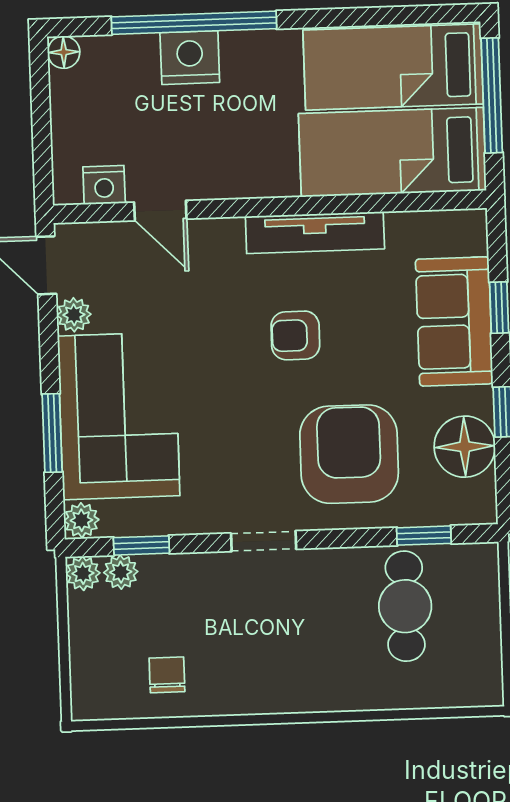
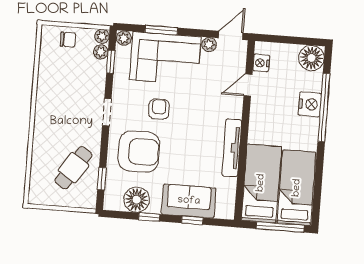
floor lamp: (64, 52) -> (311, 58), width x1.89, depth x1.89
armchair: (295, 335) -> (159, 109), moved
cafe table: (405, 606) -> (73, 168), turned -57
chair: (167, 675) -> (68, 40), moved

